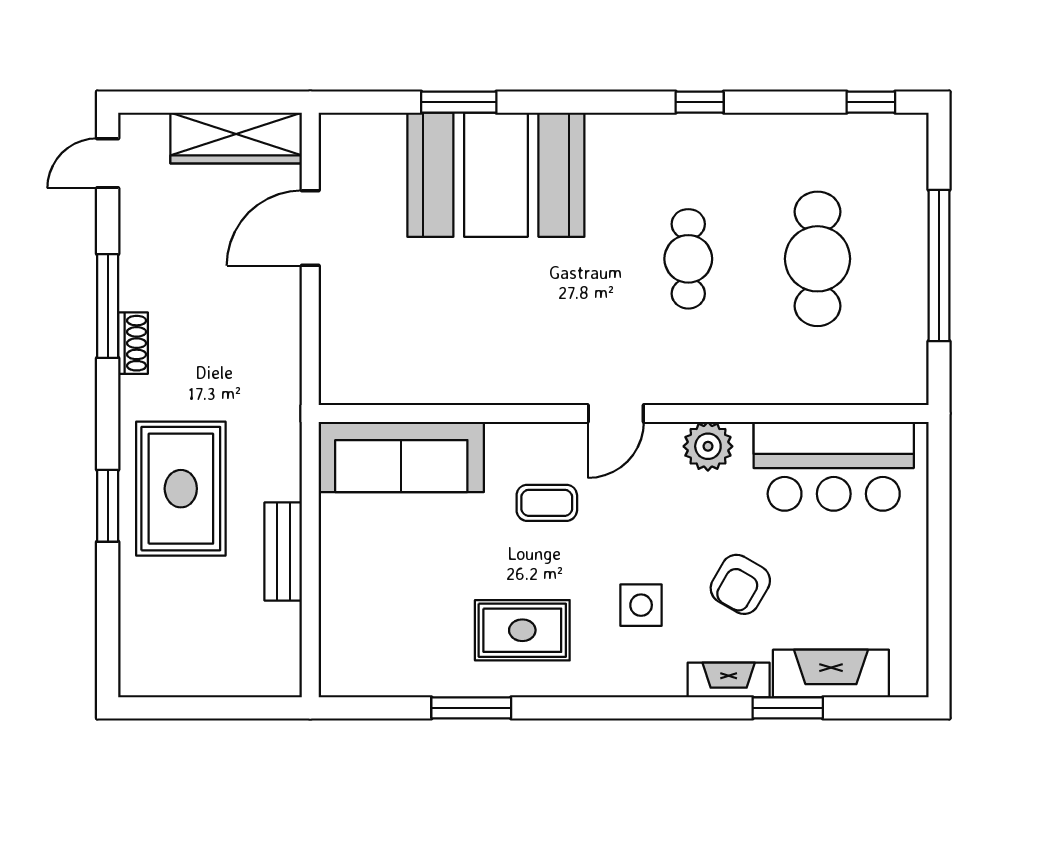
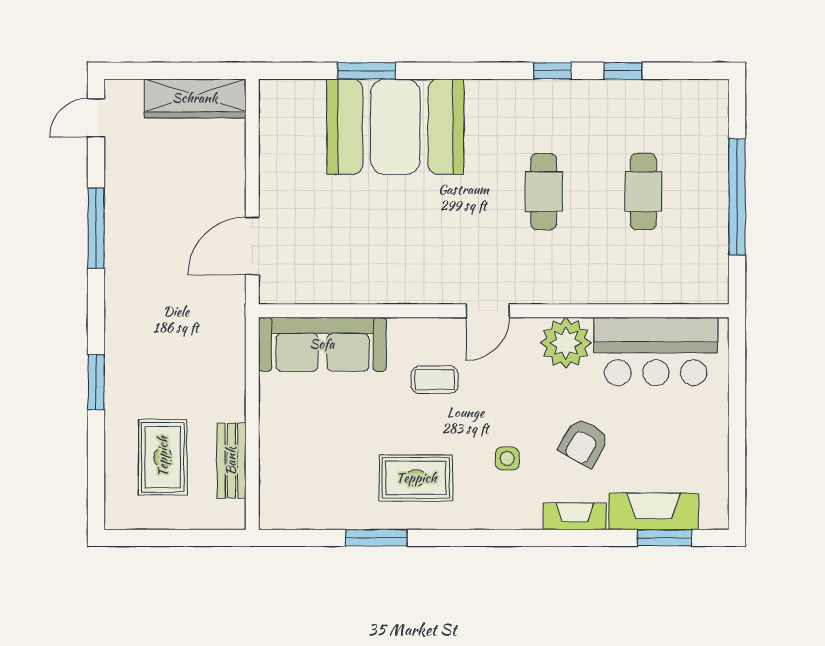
window: (871, 102) -> (623, 71), moved
door: (310, 228) -> (252, 246), moved
cafe table: (818, 259) -> (643, 192), width x0.73, depth x0.74
shoe rack: (133, 343) -> (116, 257), removed
plant: (708, 446) -> (566, 343), width x1.36, depth x1.36
rug: (181, 489) -> (163, 457), moved, width x0.73, depth x0.70
bench: (283, 552) -> (231, 461), moved
side table: (641, 605) -> (507, 459), width x0.73, depth x0.73
window: (788, 708) -> (665, 538), moved

